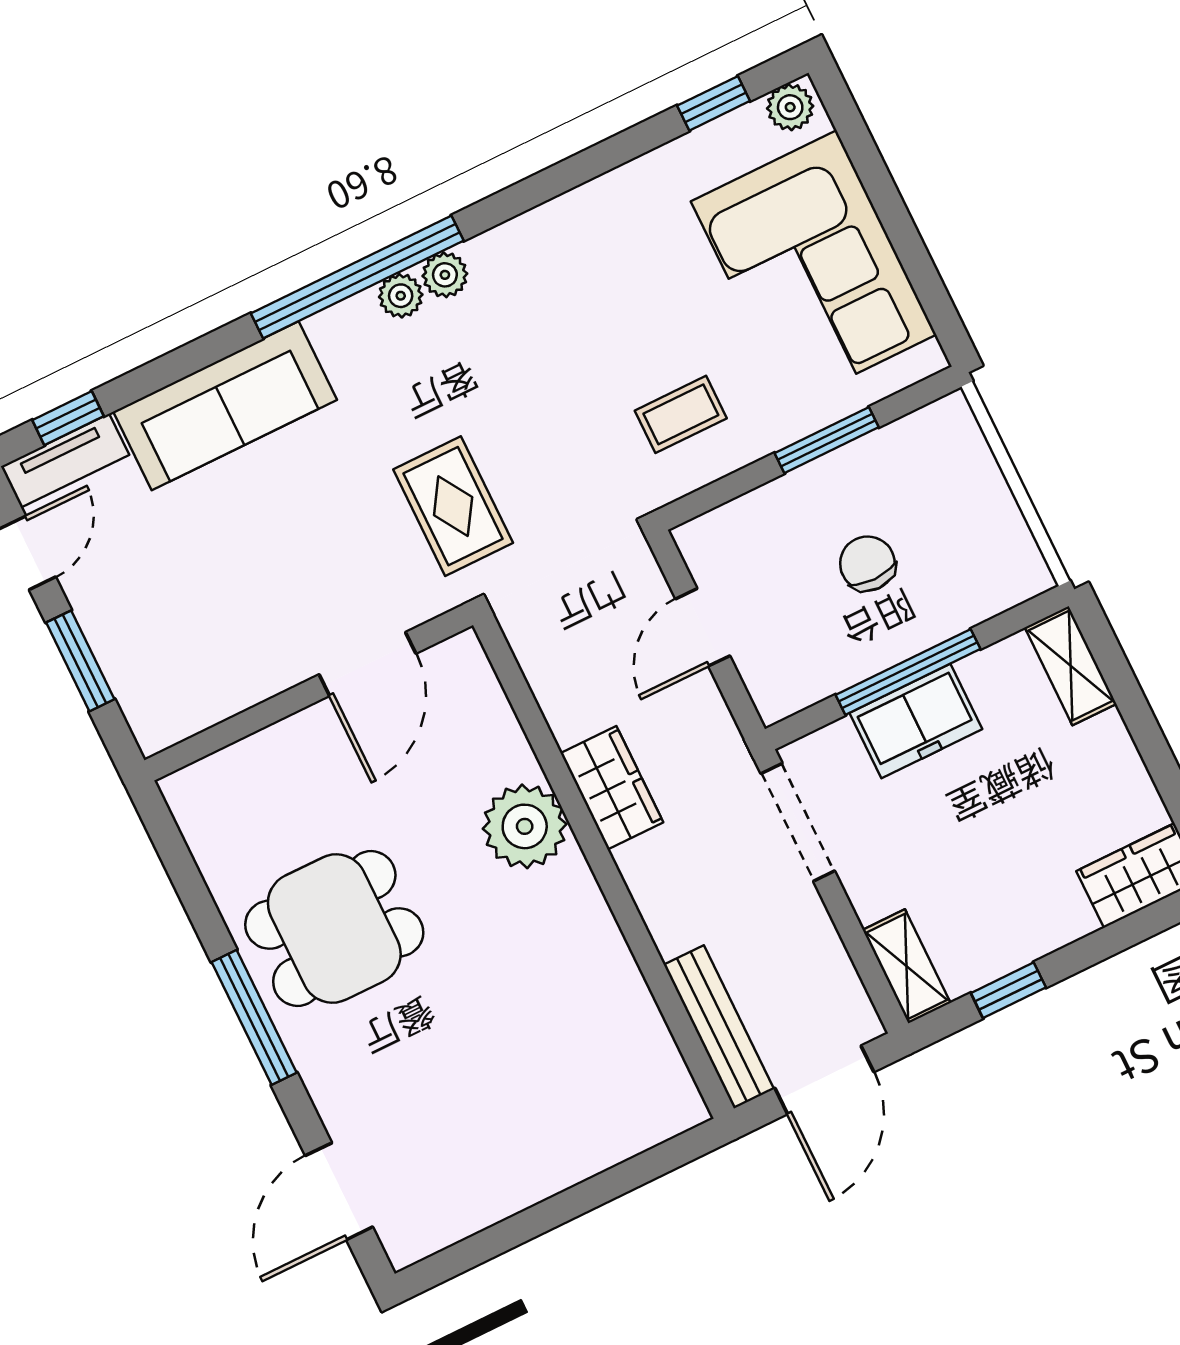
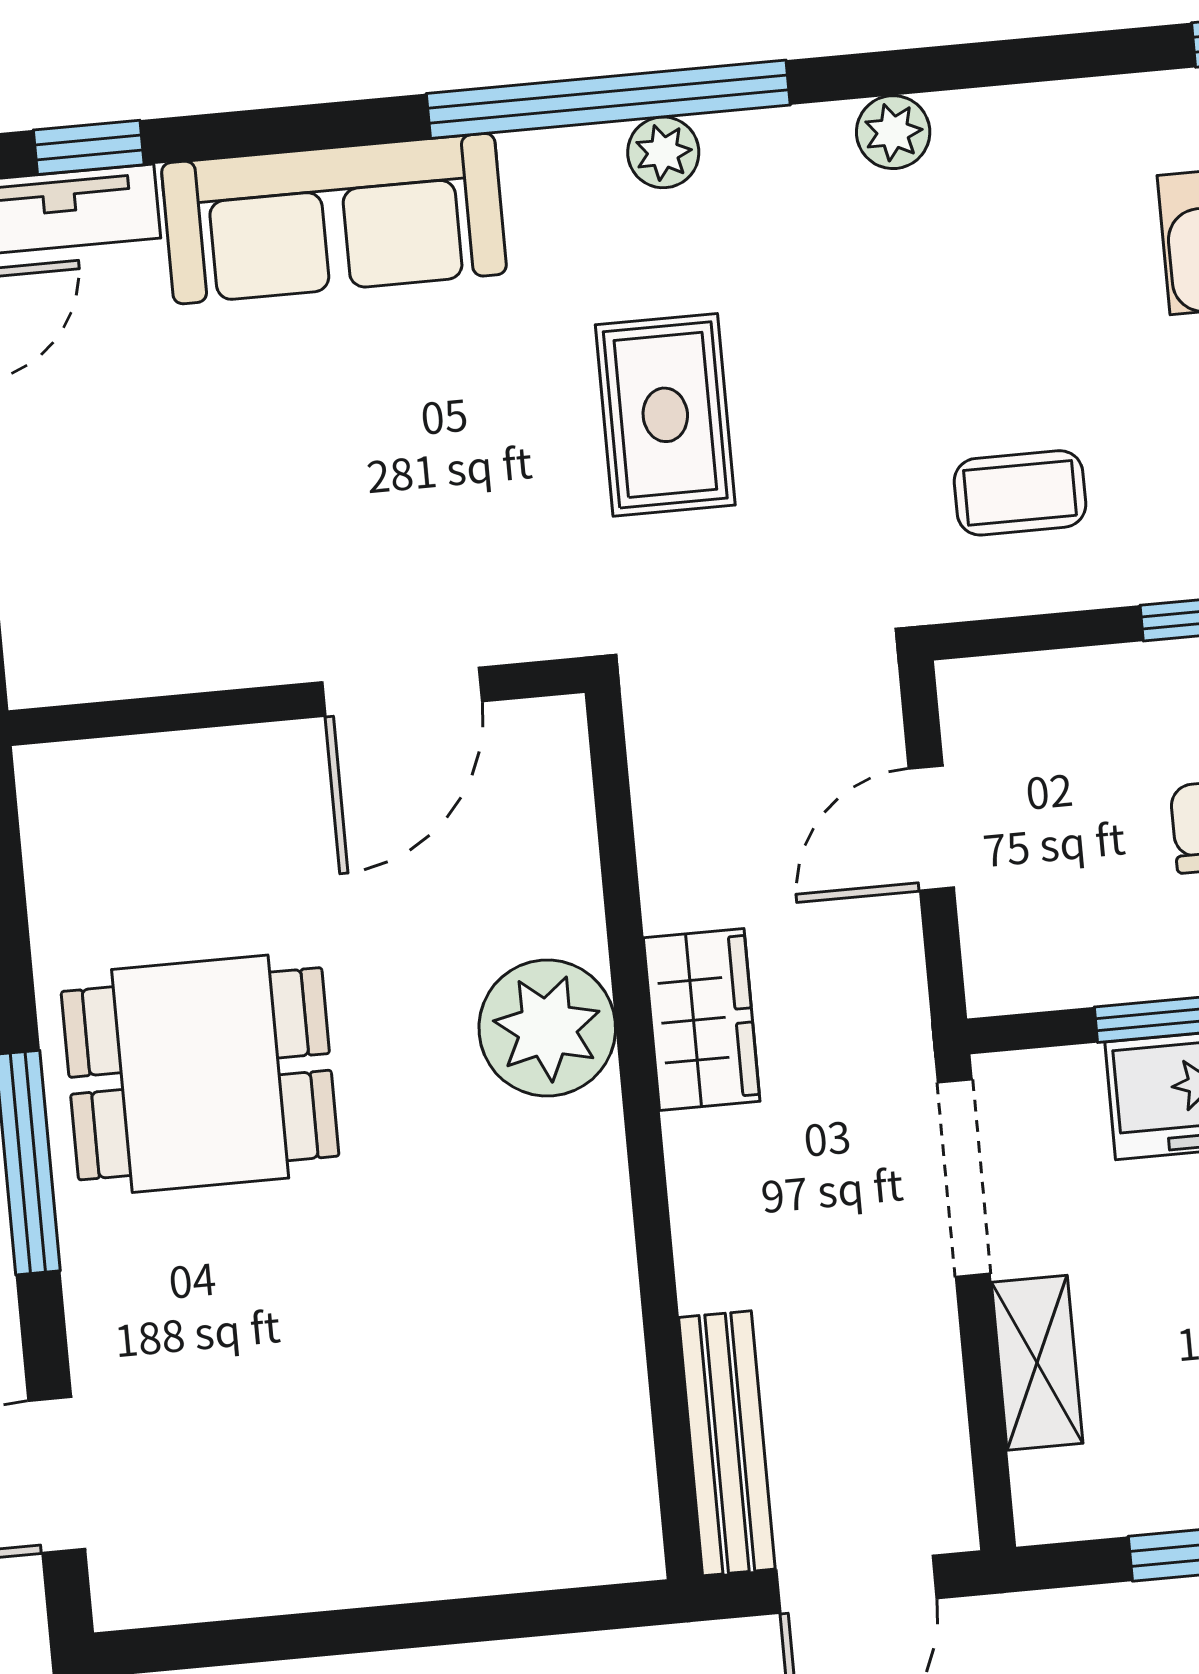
plant: (445, 275) -> (893, 132), moved
rug: (453, 506) -> (665, 415), moved
shelving: (907, 966) -> (1037, 1363), moved

